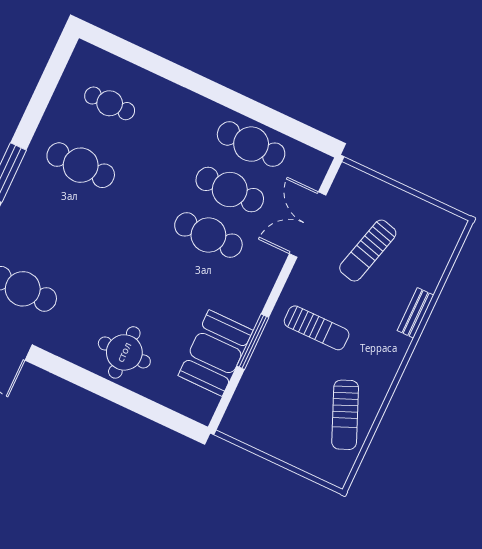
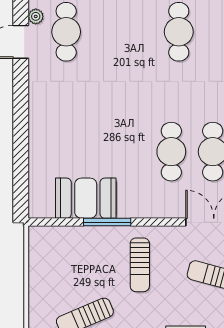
round table: (124, 352) -> (54, 130), removed

